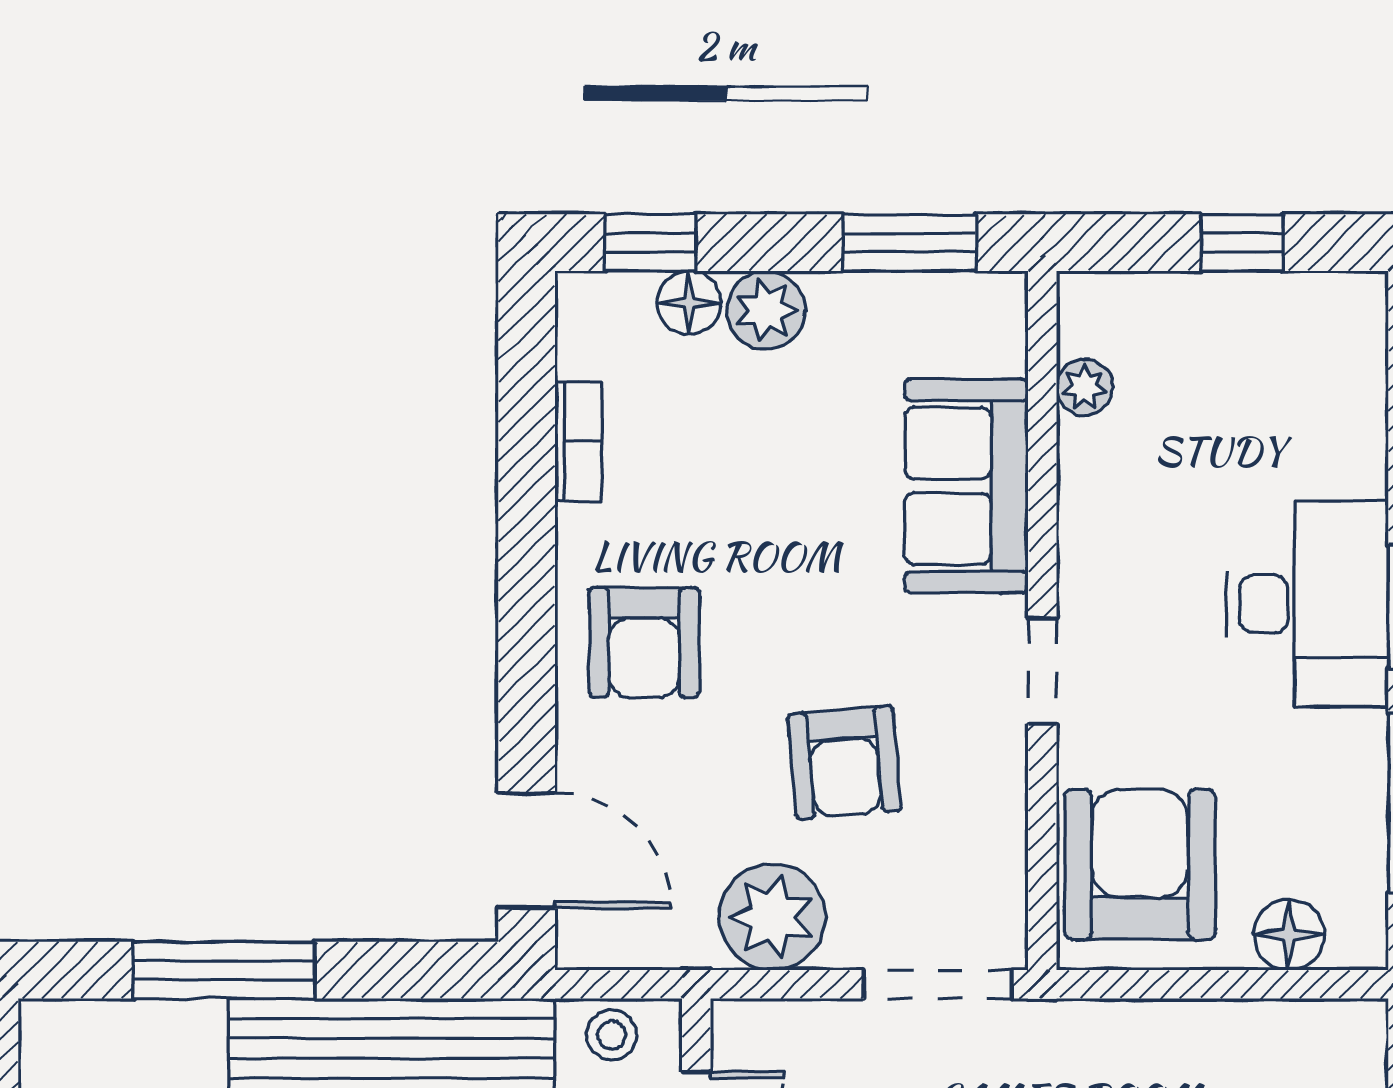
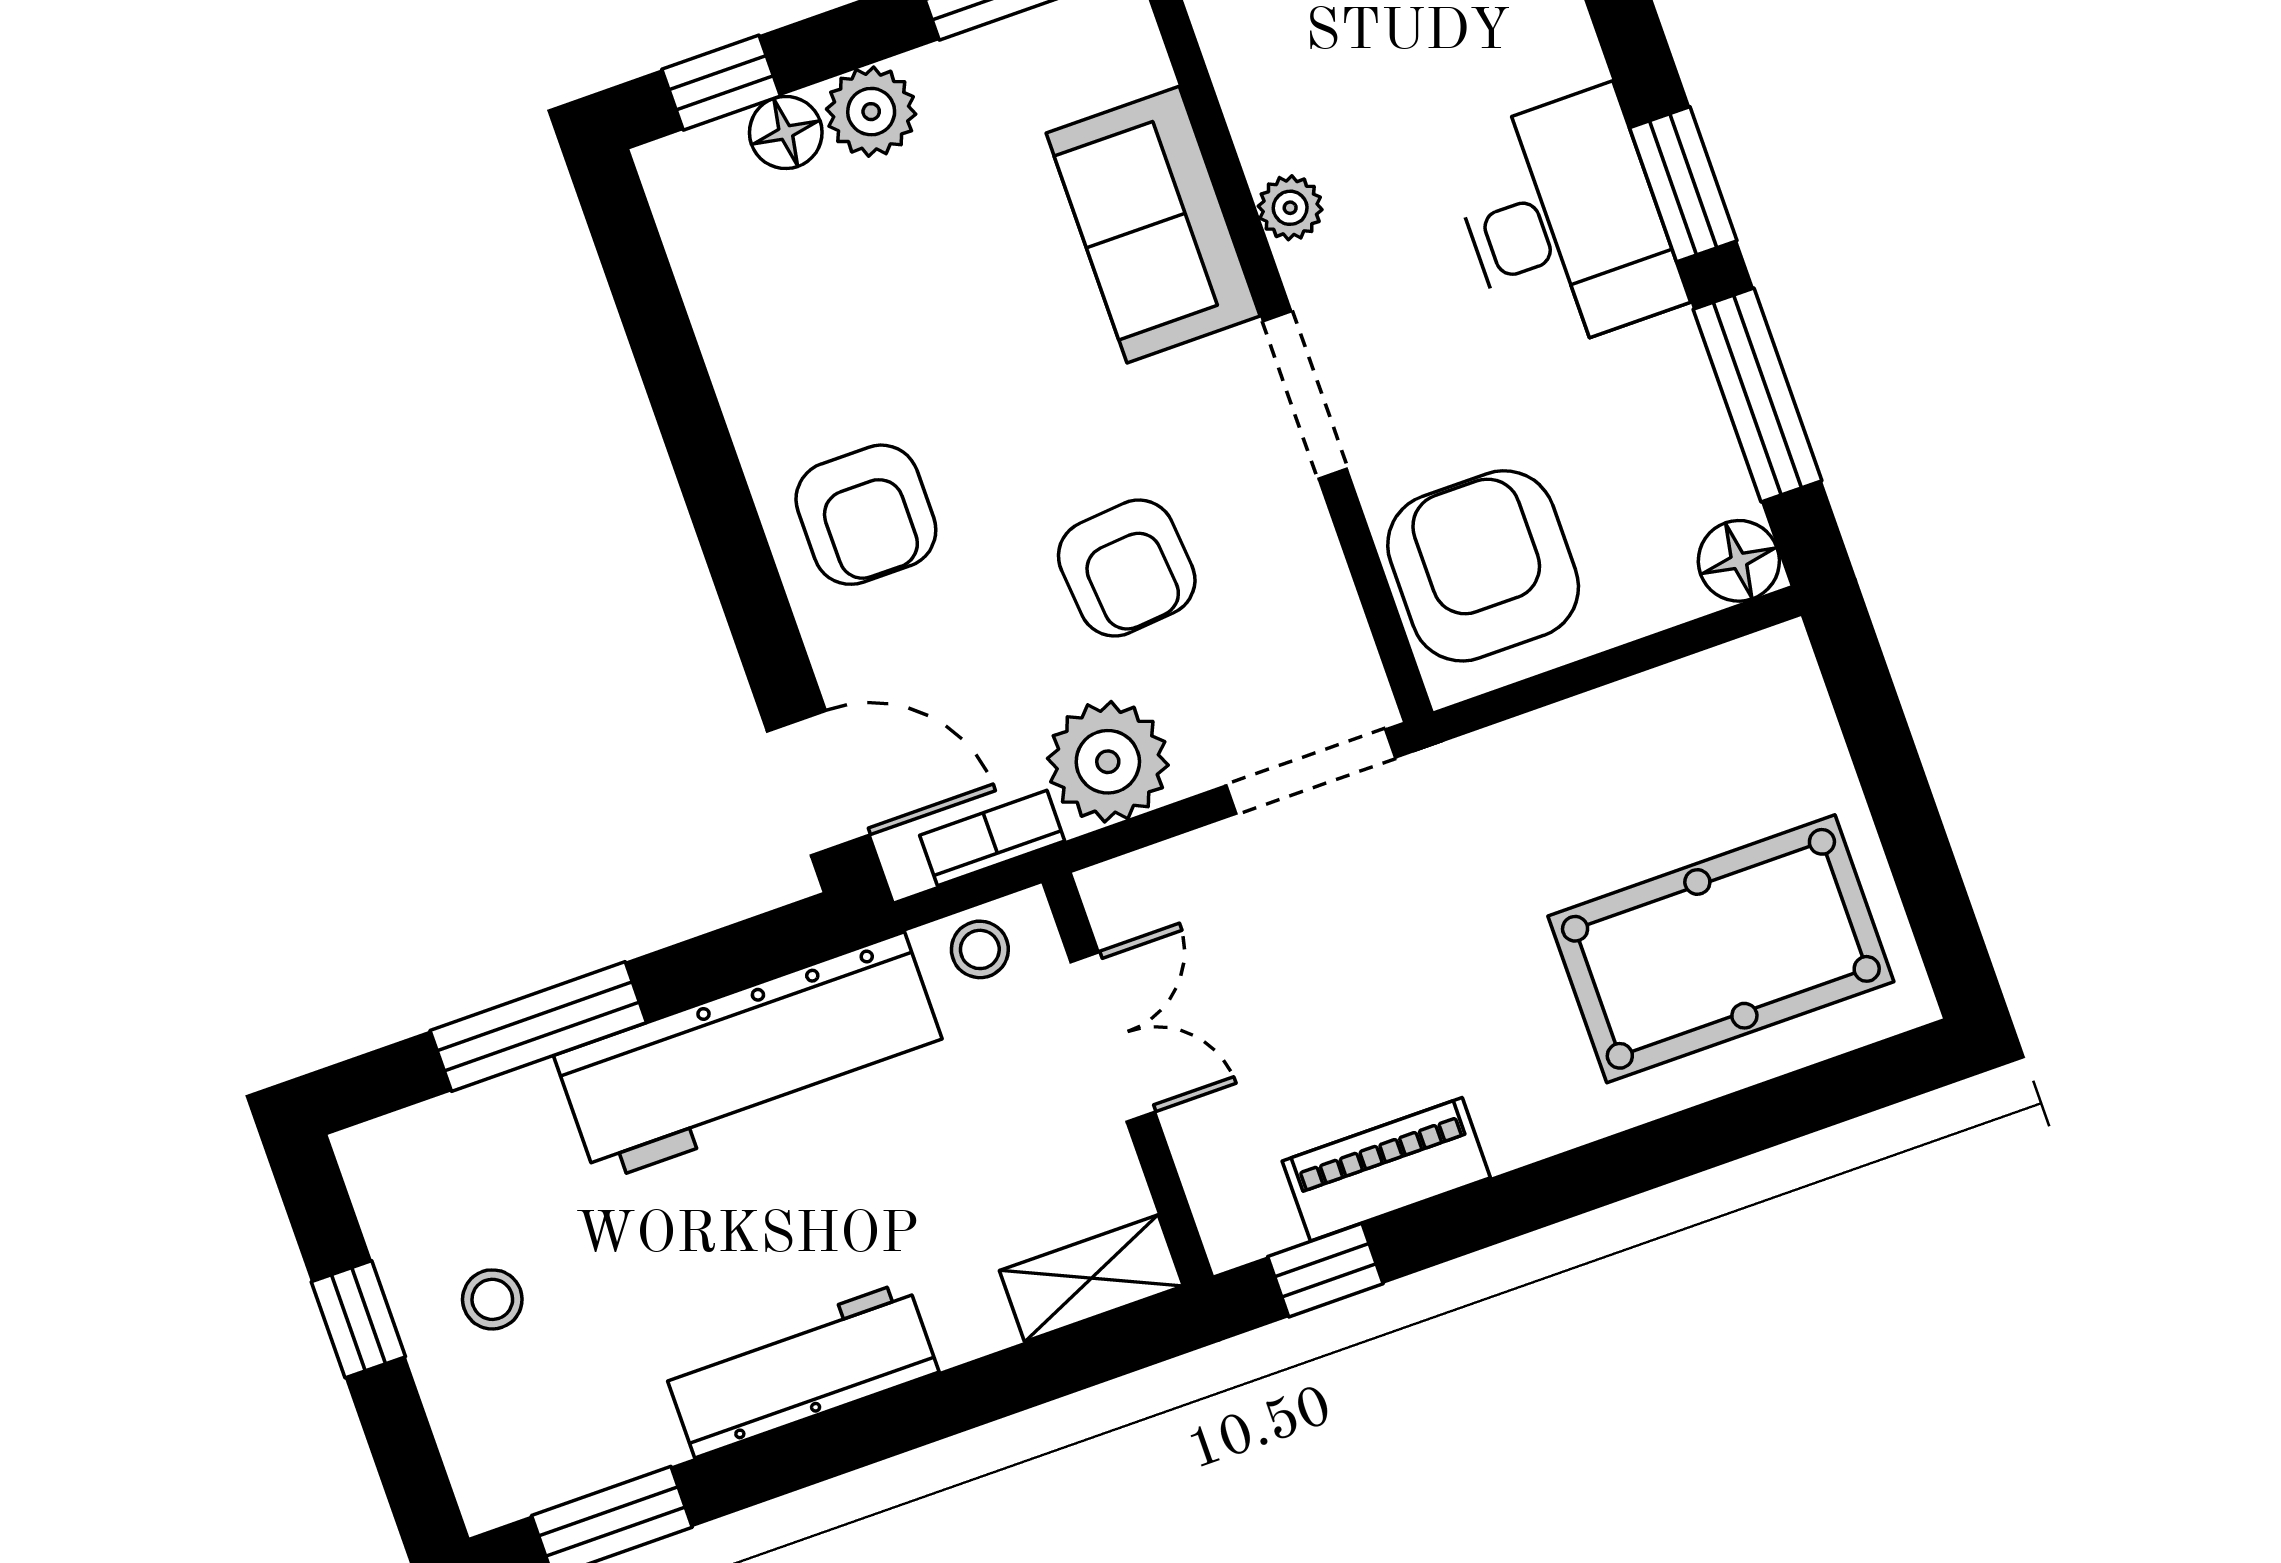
plant: (1085, 387) -> (1290, 208), moved
bookcase: (579, 441) -> (992, 838), moved, turned -90
doorway: (1042, 671) -> (1305, 395), width x1.38
floor lamp: (1289, 935) -> (1739, 561), moved

